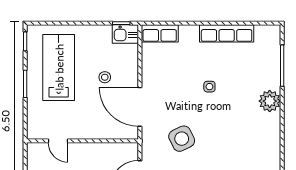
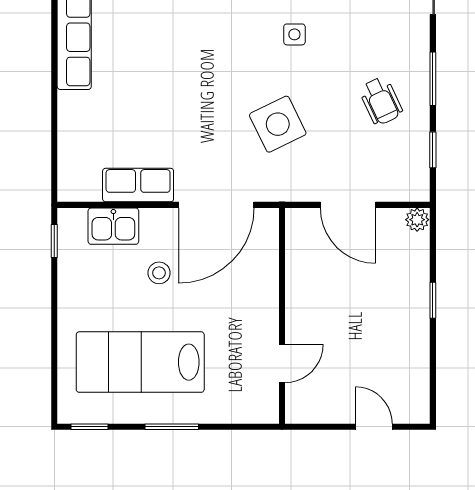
row of seats: (160, 33) -> (138, 185), moved, turned -90
kitchen sink: (125, 34) -> (113, 226), moved, turned 90
side table: (209, 87) -> (294, 34), moved

